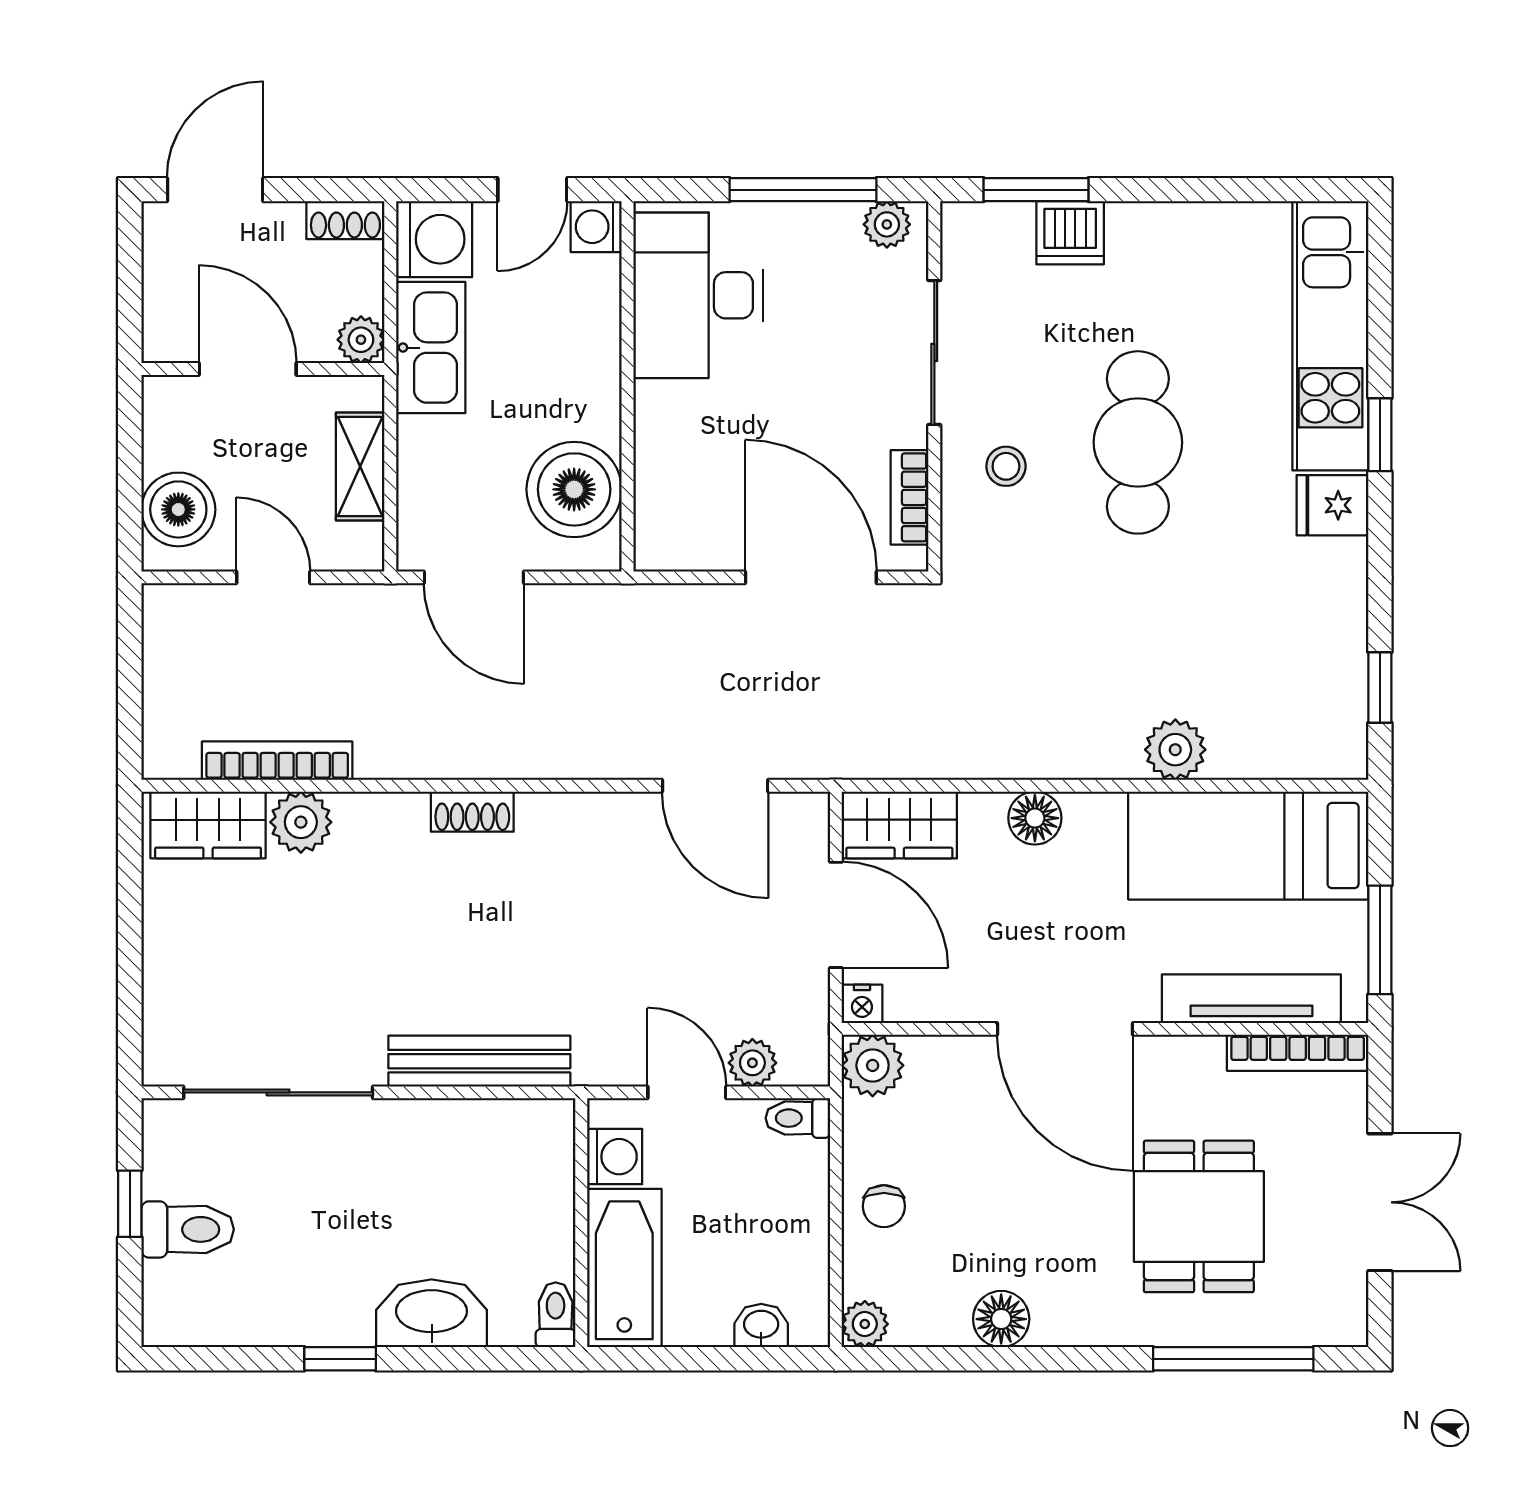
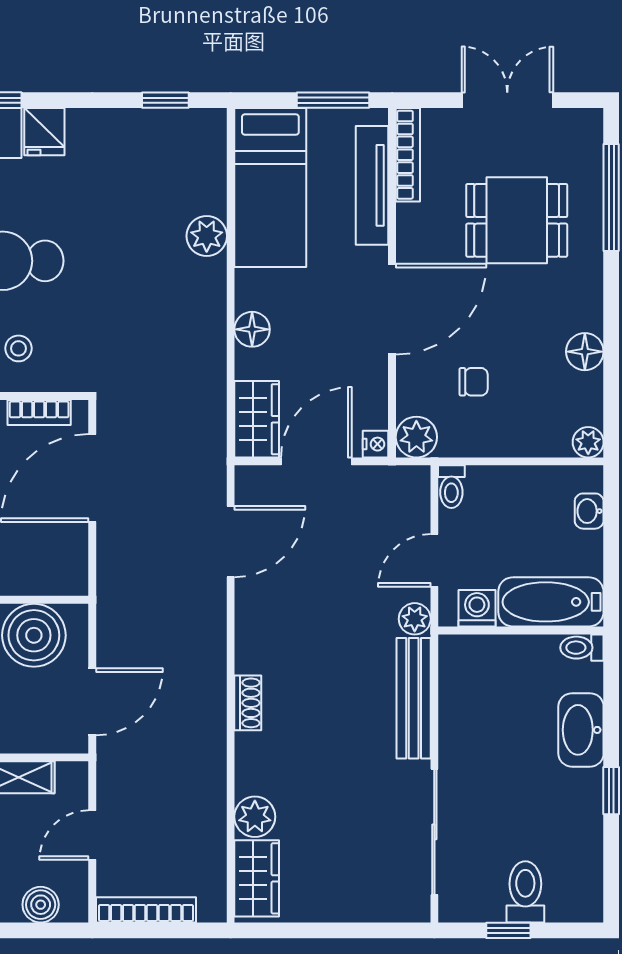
boiler: (178, 509) -> (41, 905), width x0.73, depth x0.73
bookcase: (277, 761) -> (146, 910), moved, turned 90
plant: (752, 1063) -> (415, 619), moved
chair: (884, 1206) -> (474, 382), moved

